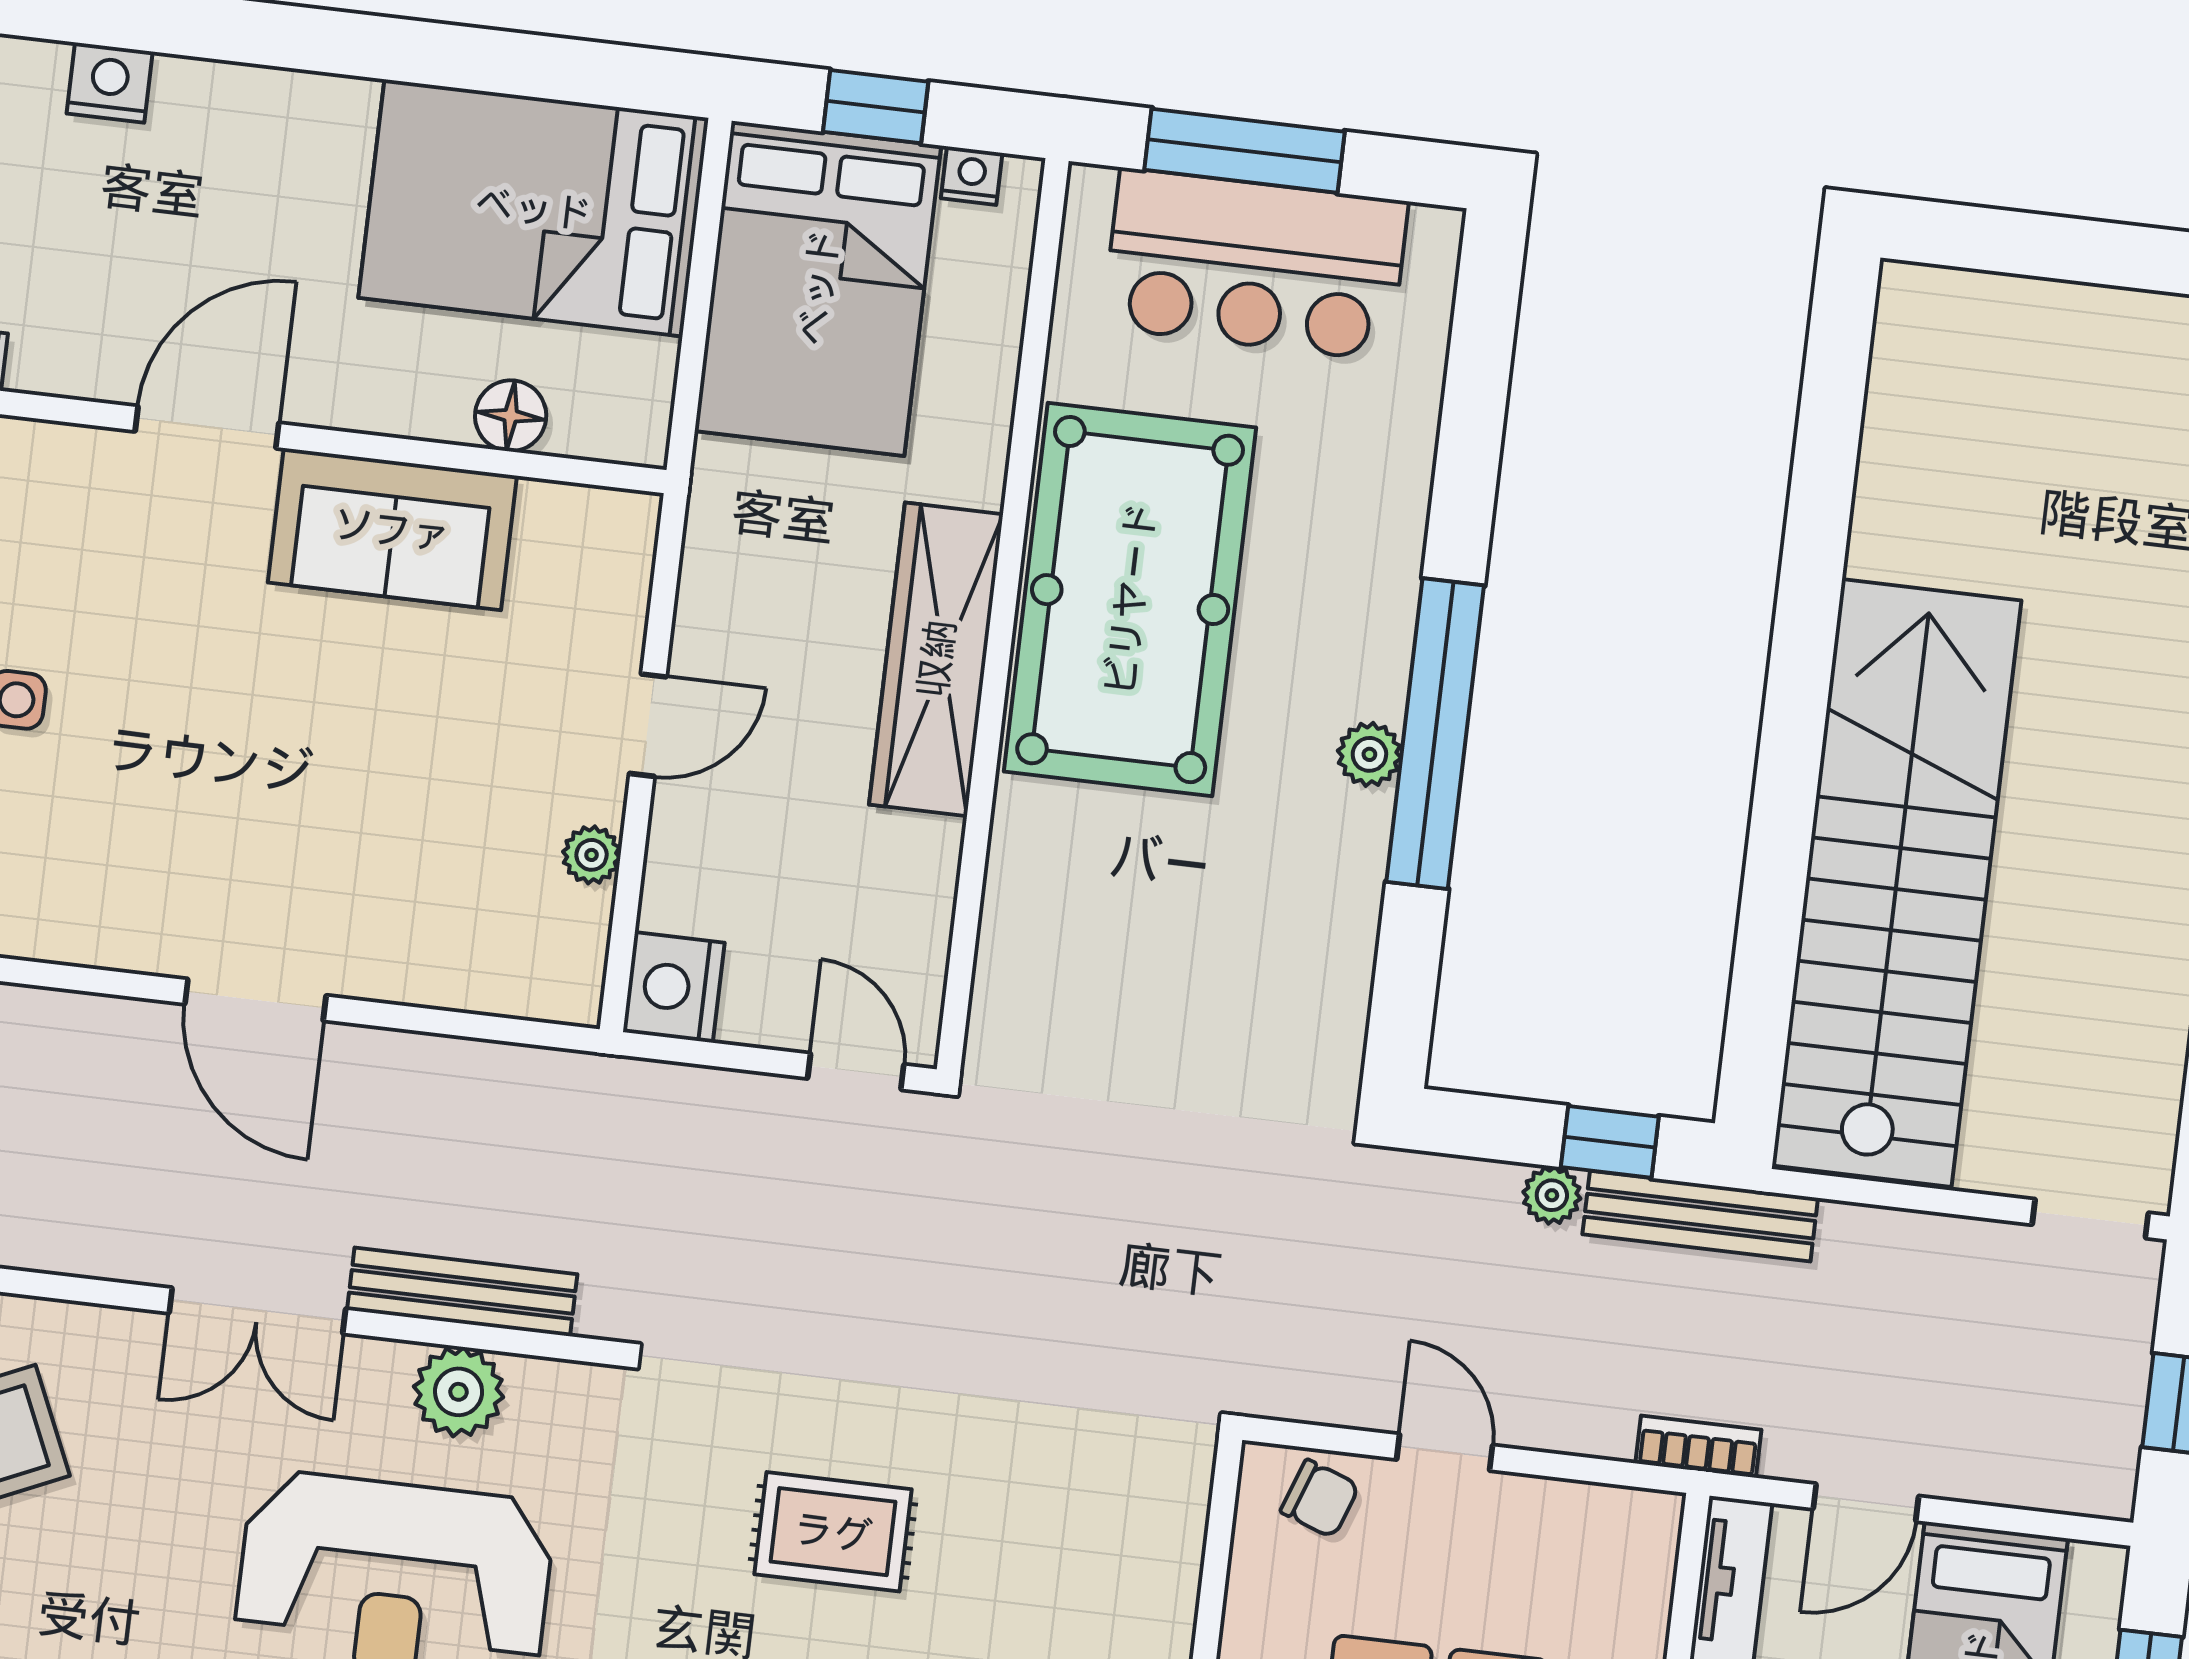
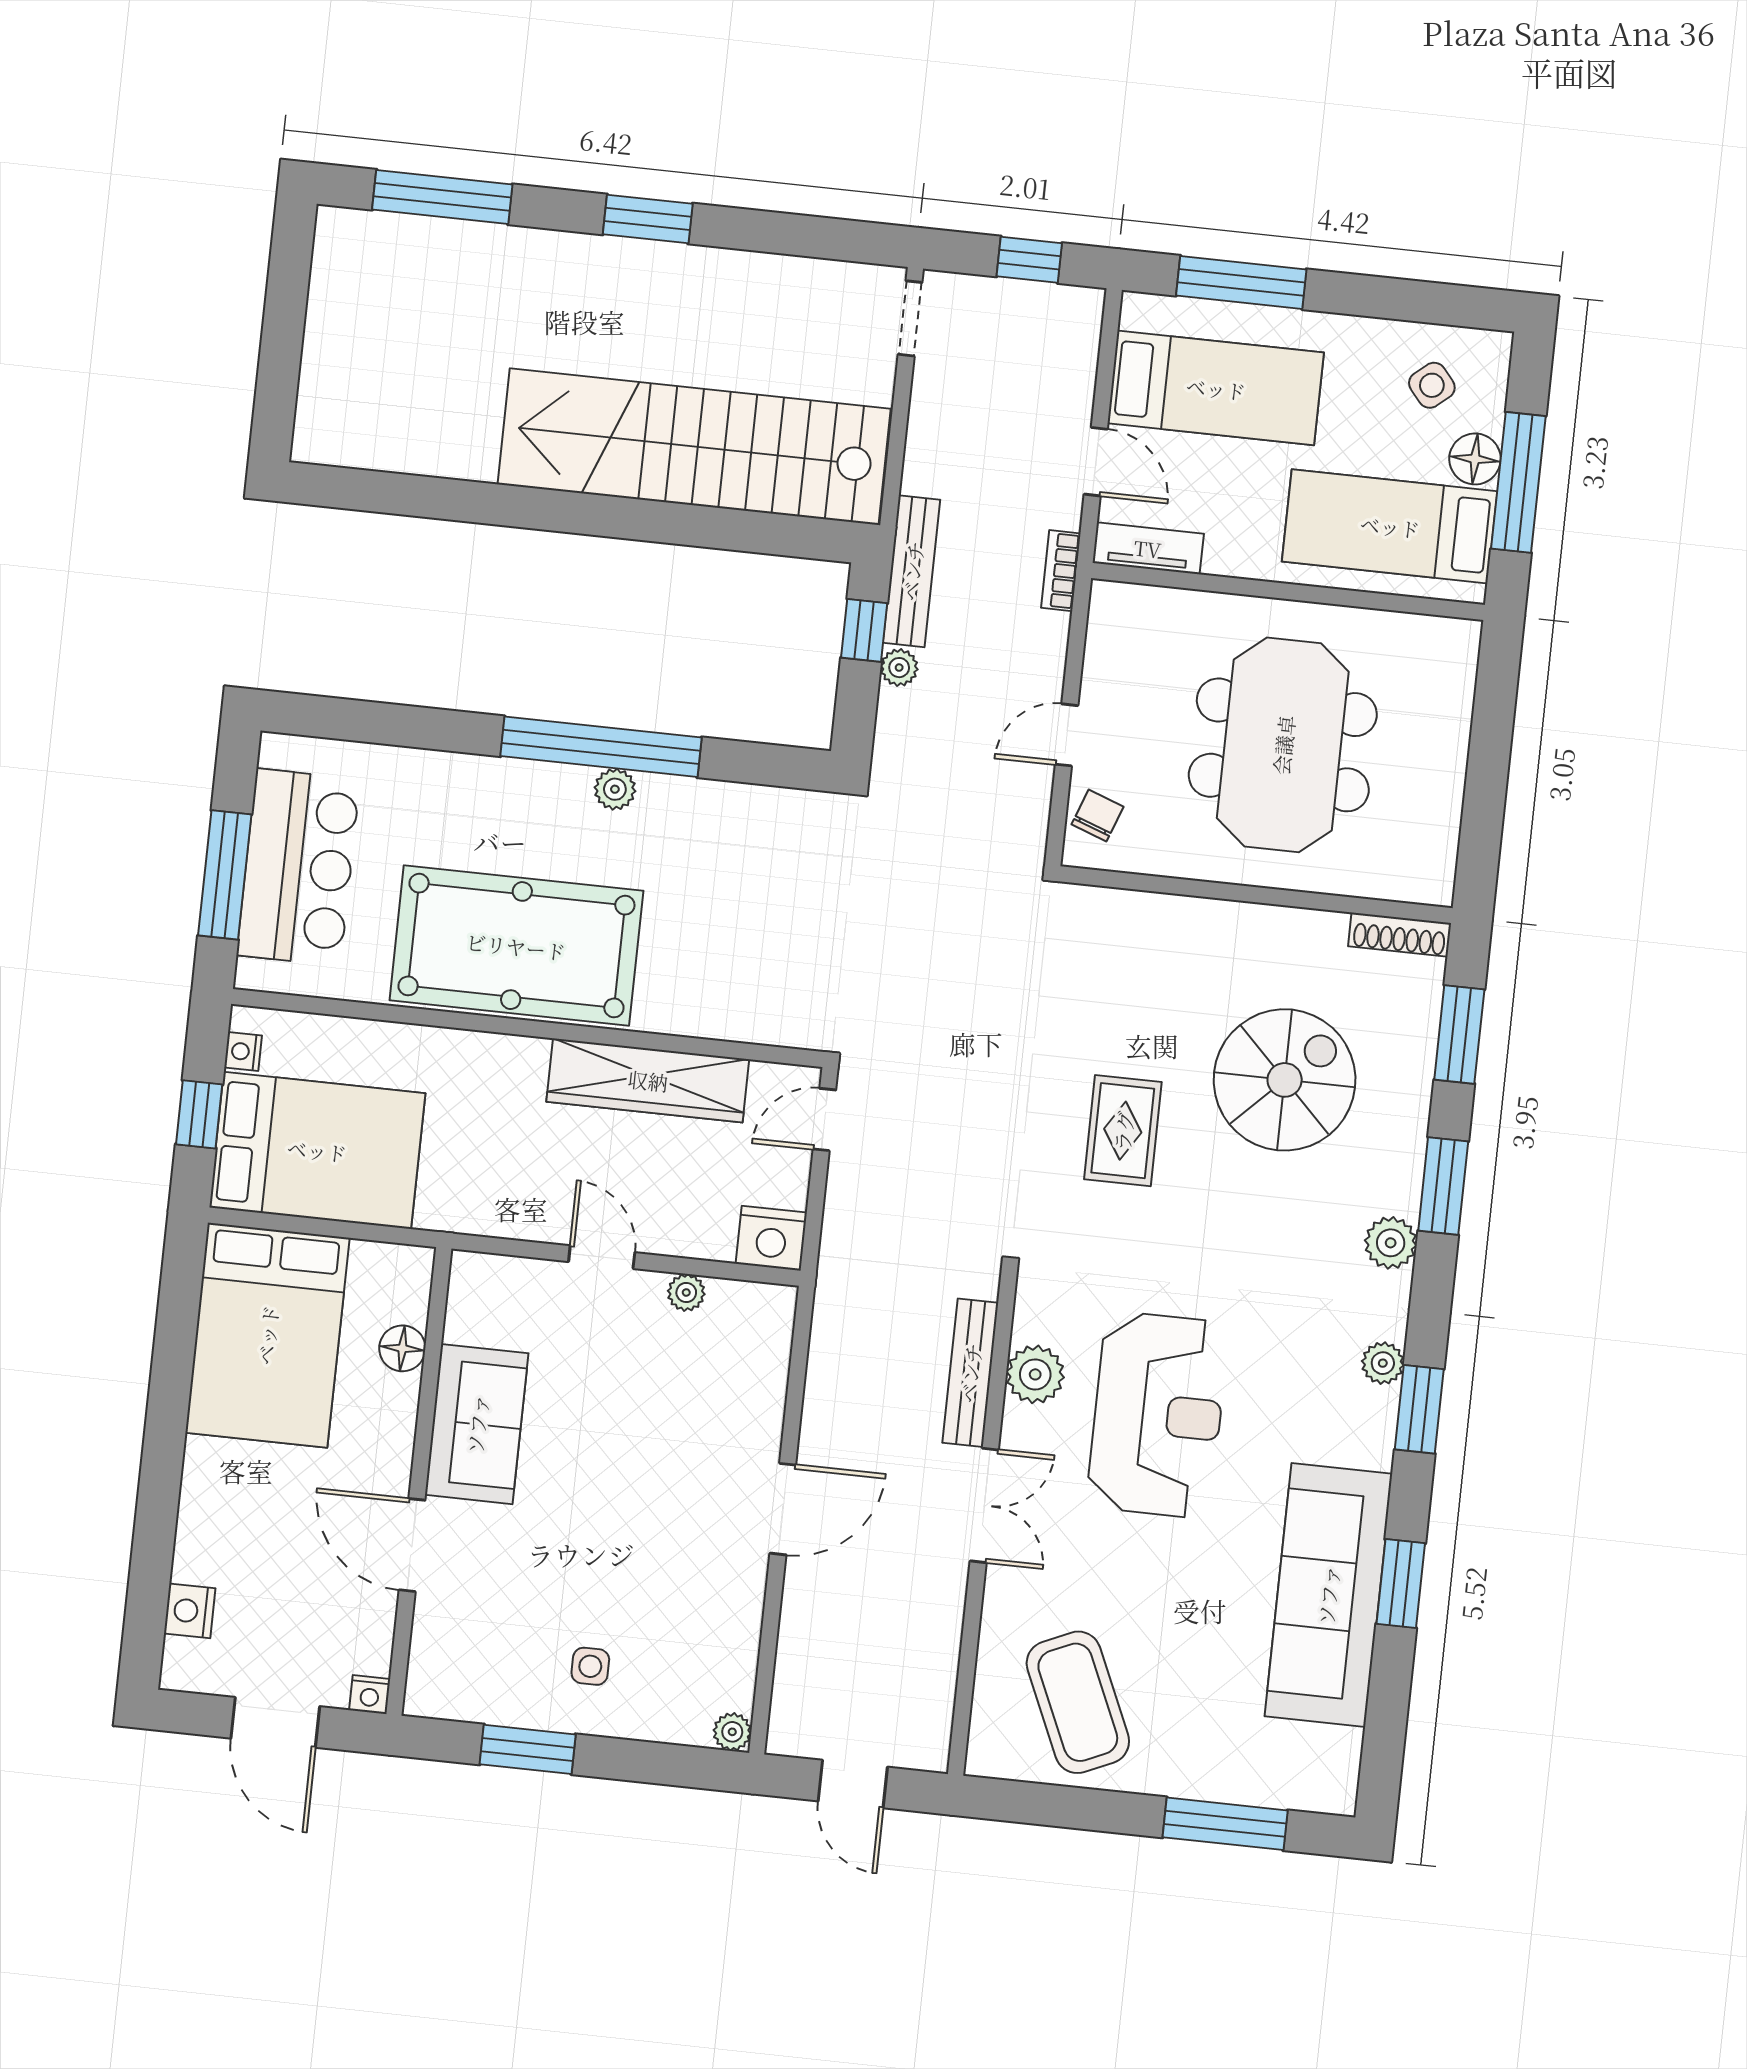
wardrobe: (936, 659) -> (648, 1080), moved

